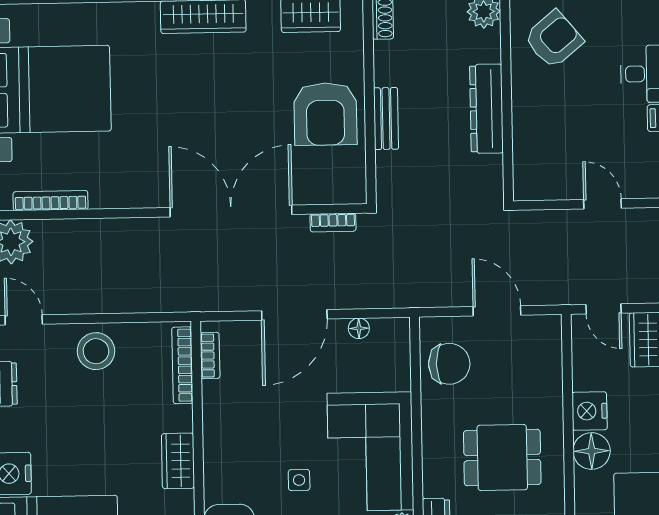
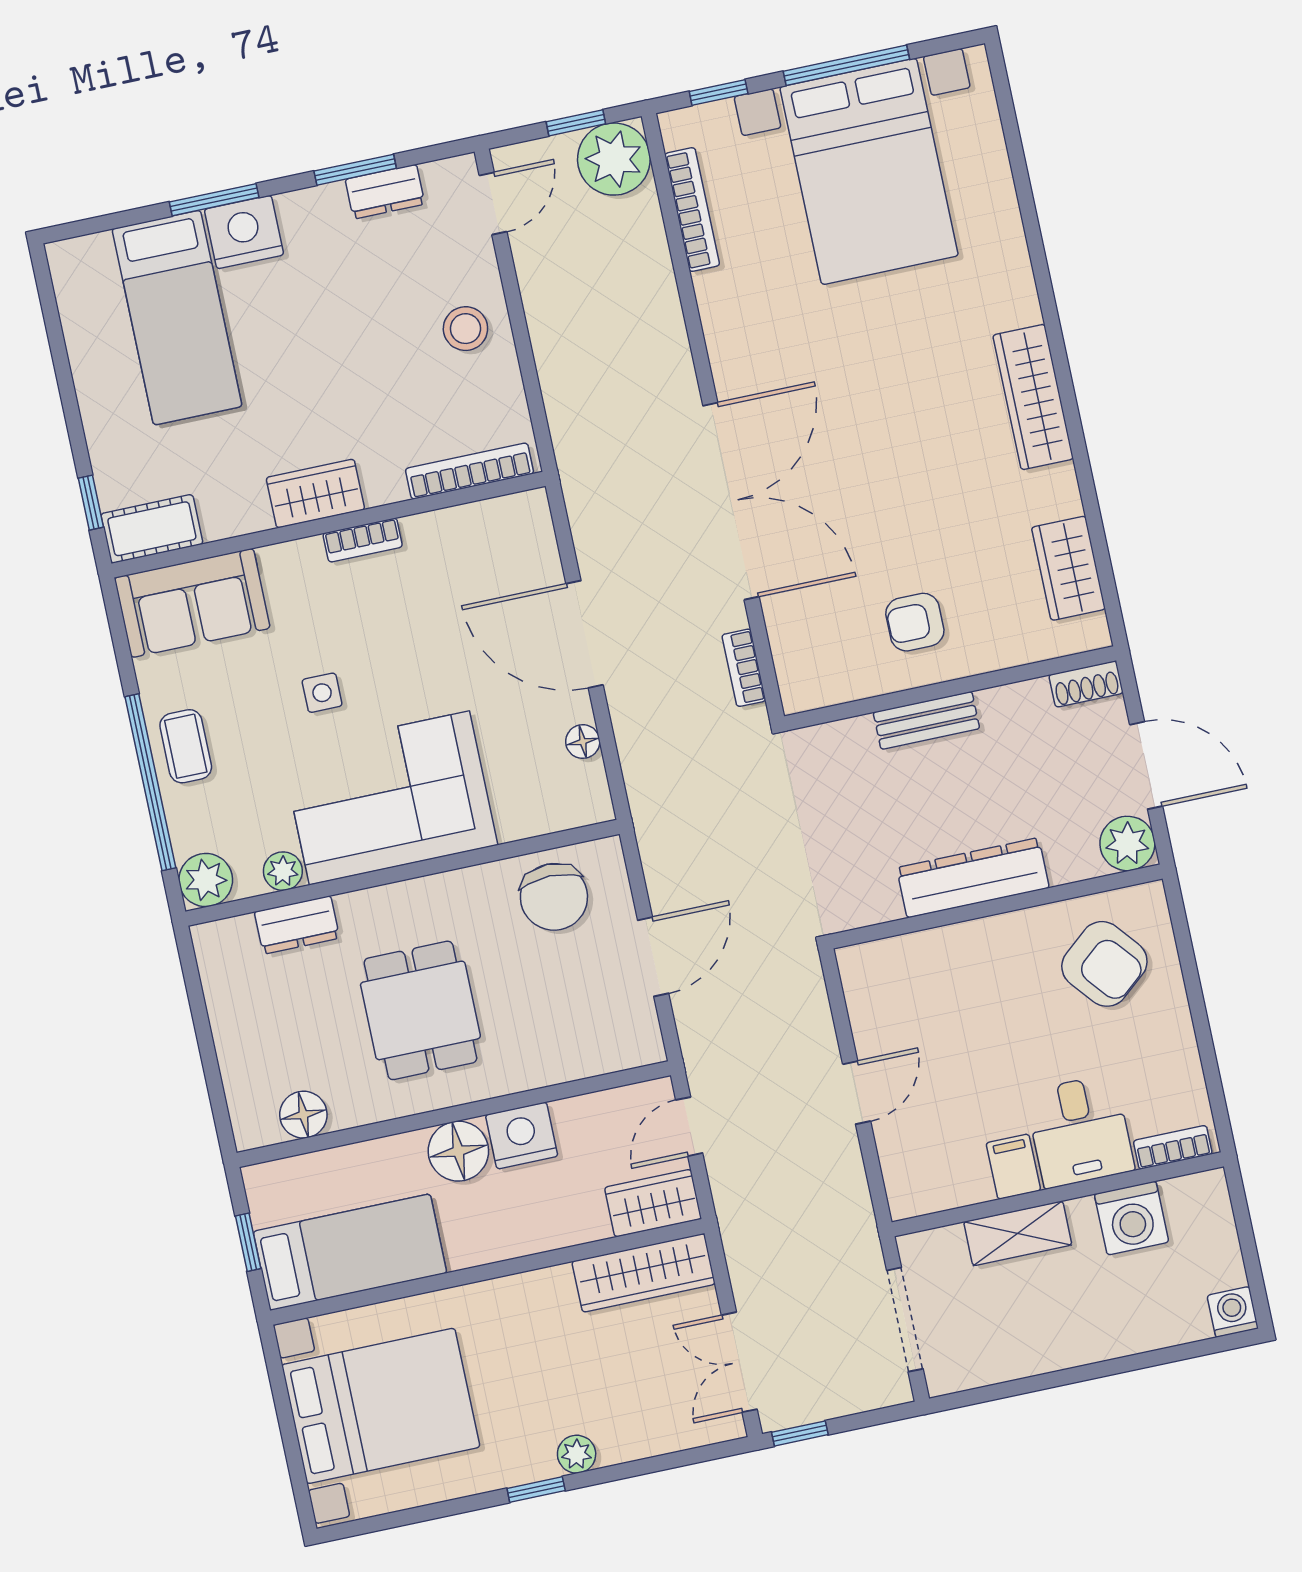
armchair: (325, 114) -> (915, 622), width x0.53, depth x0.53
stool: (96, 351) -> (465, 329), width x0.73, depth x0.73
bookcase: (210, 356) -> (363, 540), moved

